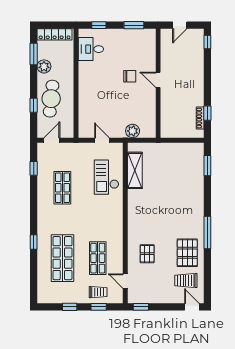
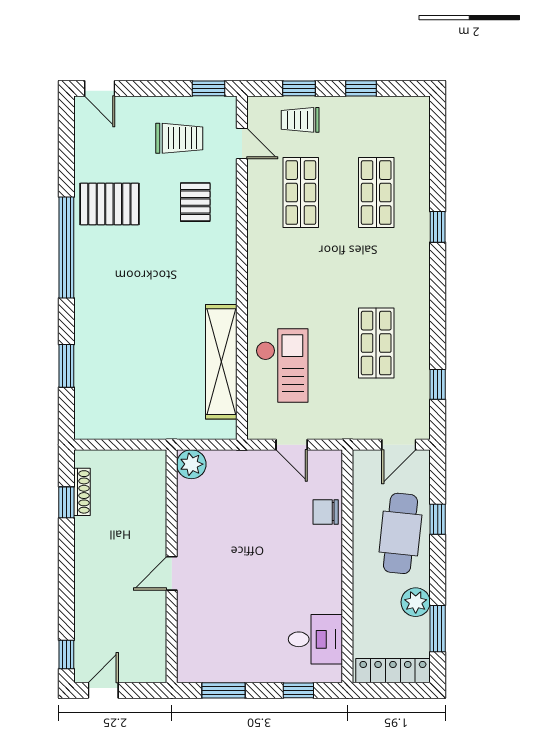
door: (180, 25) -> (103, 690), moved
chair: (130, 76) -> (326, 512), moved
door: (158, 80) -> (172, 573), swing flipped
plant: (133, 131) -> (191, 464), moved
window: (207, 166) -> (66, 366), moved
shelving: (135, 170) -> (221, 362), width x1.47
window: (207, 232) -> (66, 247), width x1.46
pallet: (187, 253) -> (109, 204), turned 90
shop shelf: (62, 258) -> (376, 193), width x0.70, depth x0.74
trolley: (186, 281) -> (179, 138), moved

